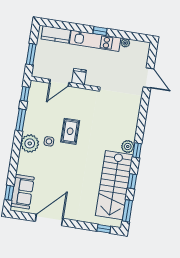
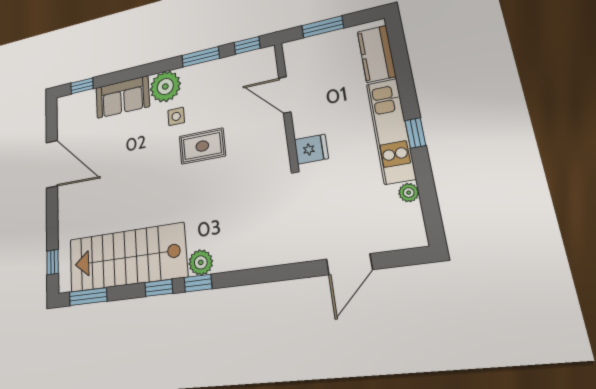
fridge: (79, 76) -> (311, 149), moved
window: (132, 181) -> (159, 288), moved
sofa: (22, 192) -> (122, 97), moved

